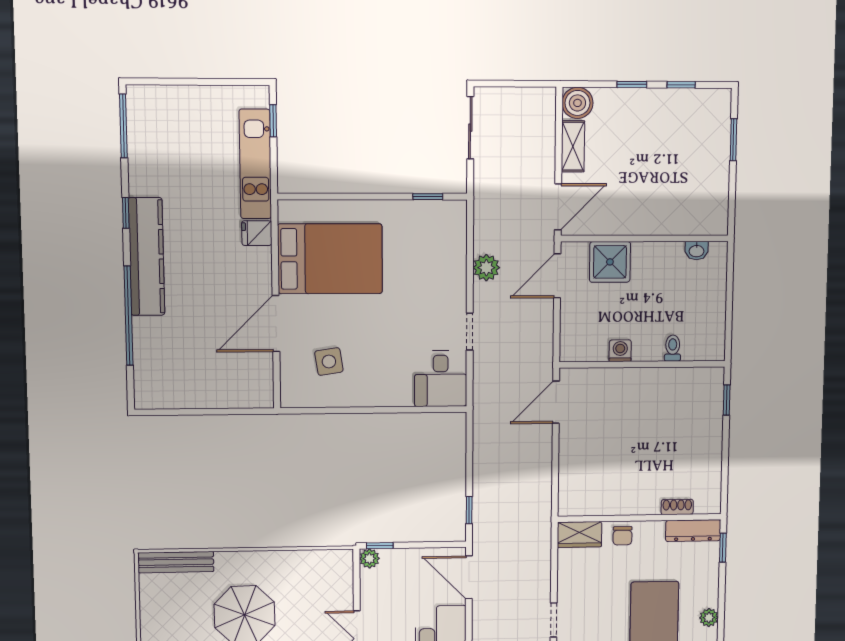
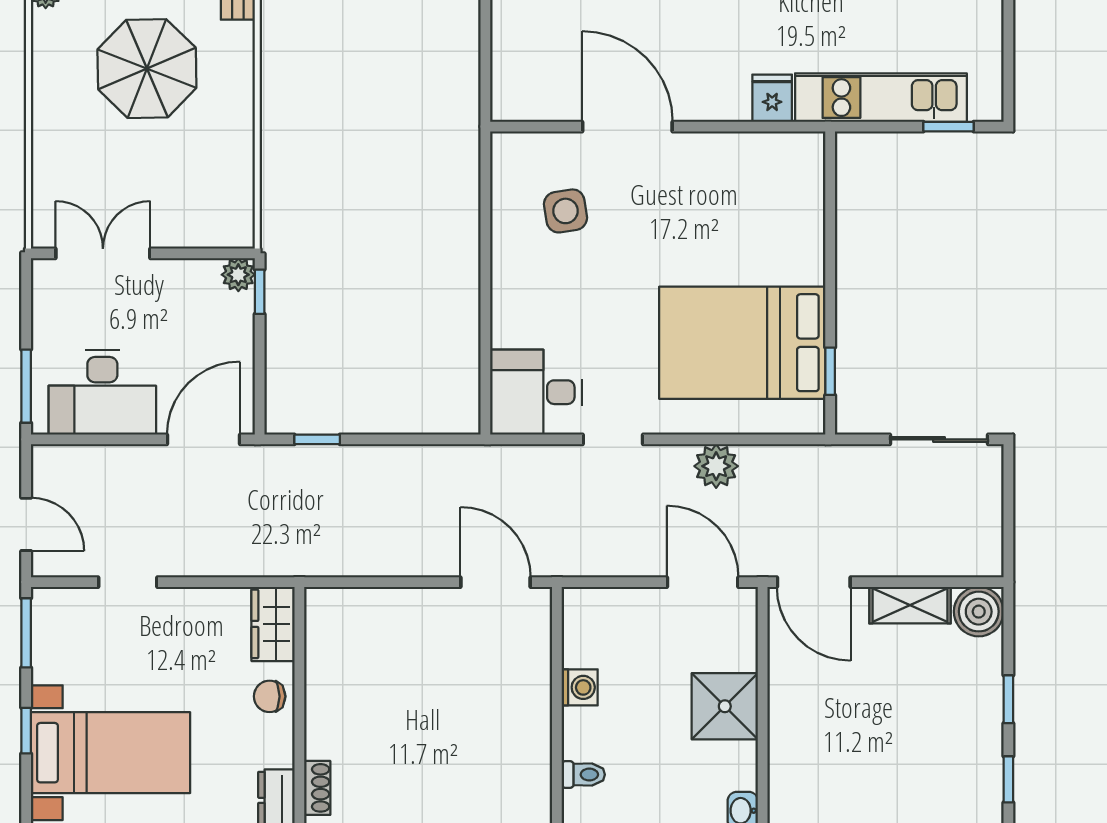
bed: (330, 259) -> (742, 343), moved, turned 90
shower: (610, 262) -> (725, 706), moved

